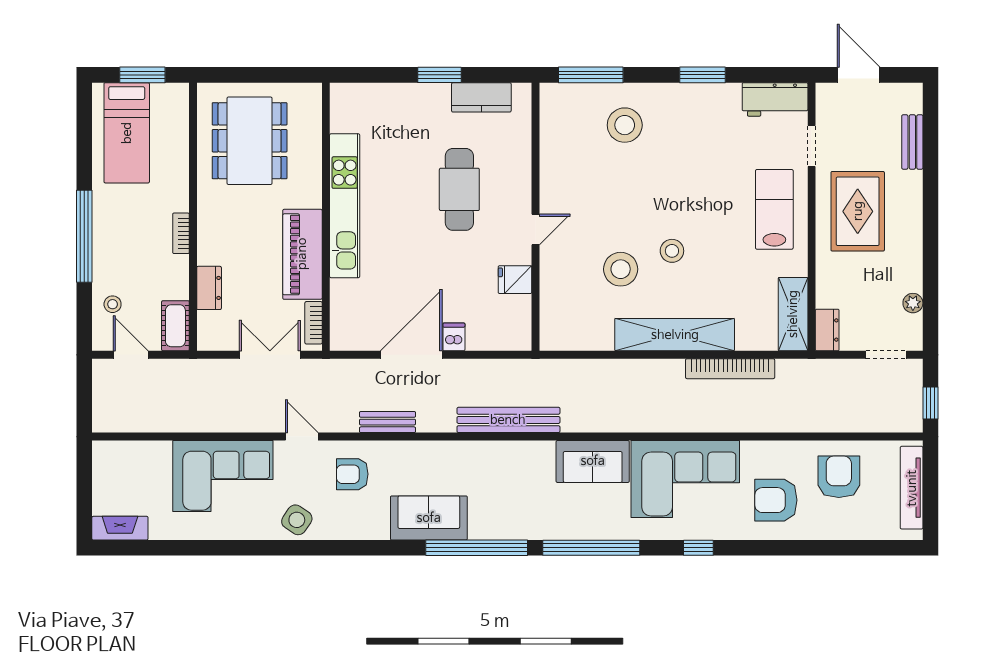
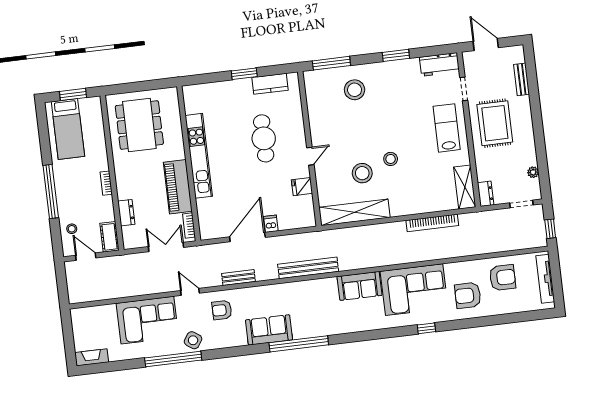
shelving: (675, 335) -> (354, 212), moved
armchair: (839, 477) -> (503, 278), turned 90
window: (591, 548) -> (173, 359), moved

